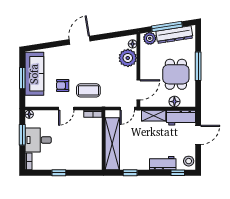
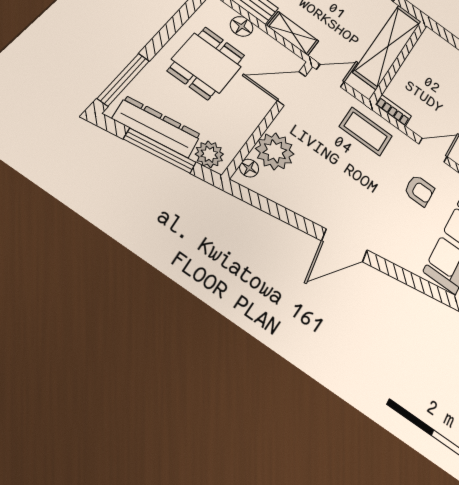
window: (198, 66) -> (124, 79), moved
coffee table: (88, 90) -> (366, 131), moved

